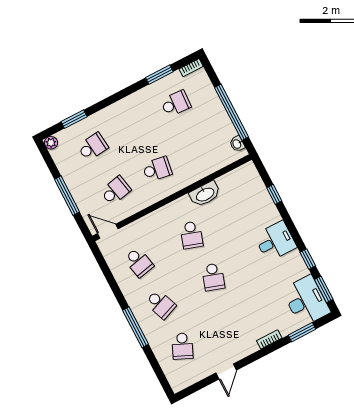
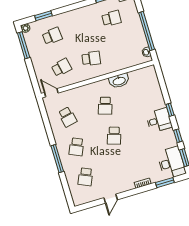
window: (274, 194) -> (170, 110), moved
window: (67, 196) -> (24, 45), moved
school desk: (161, 304) -> (77, 147), turned 45

